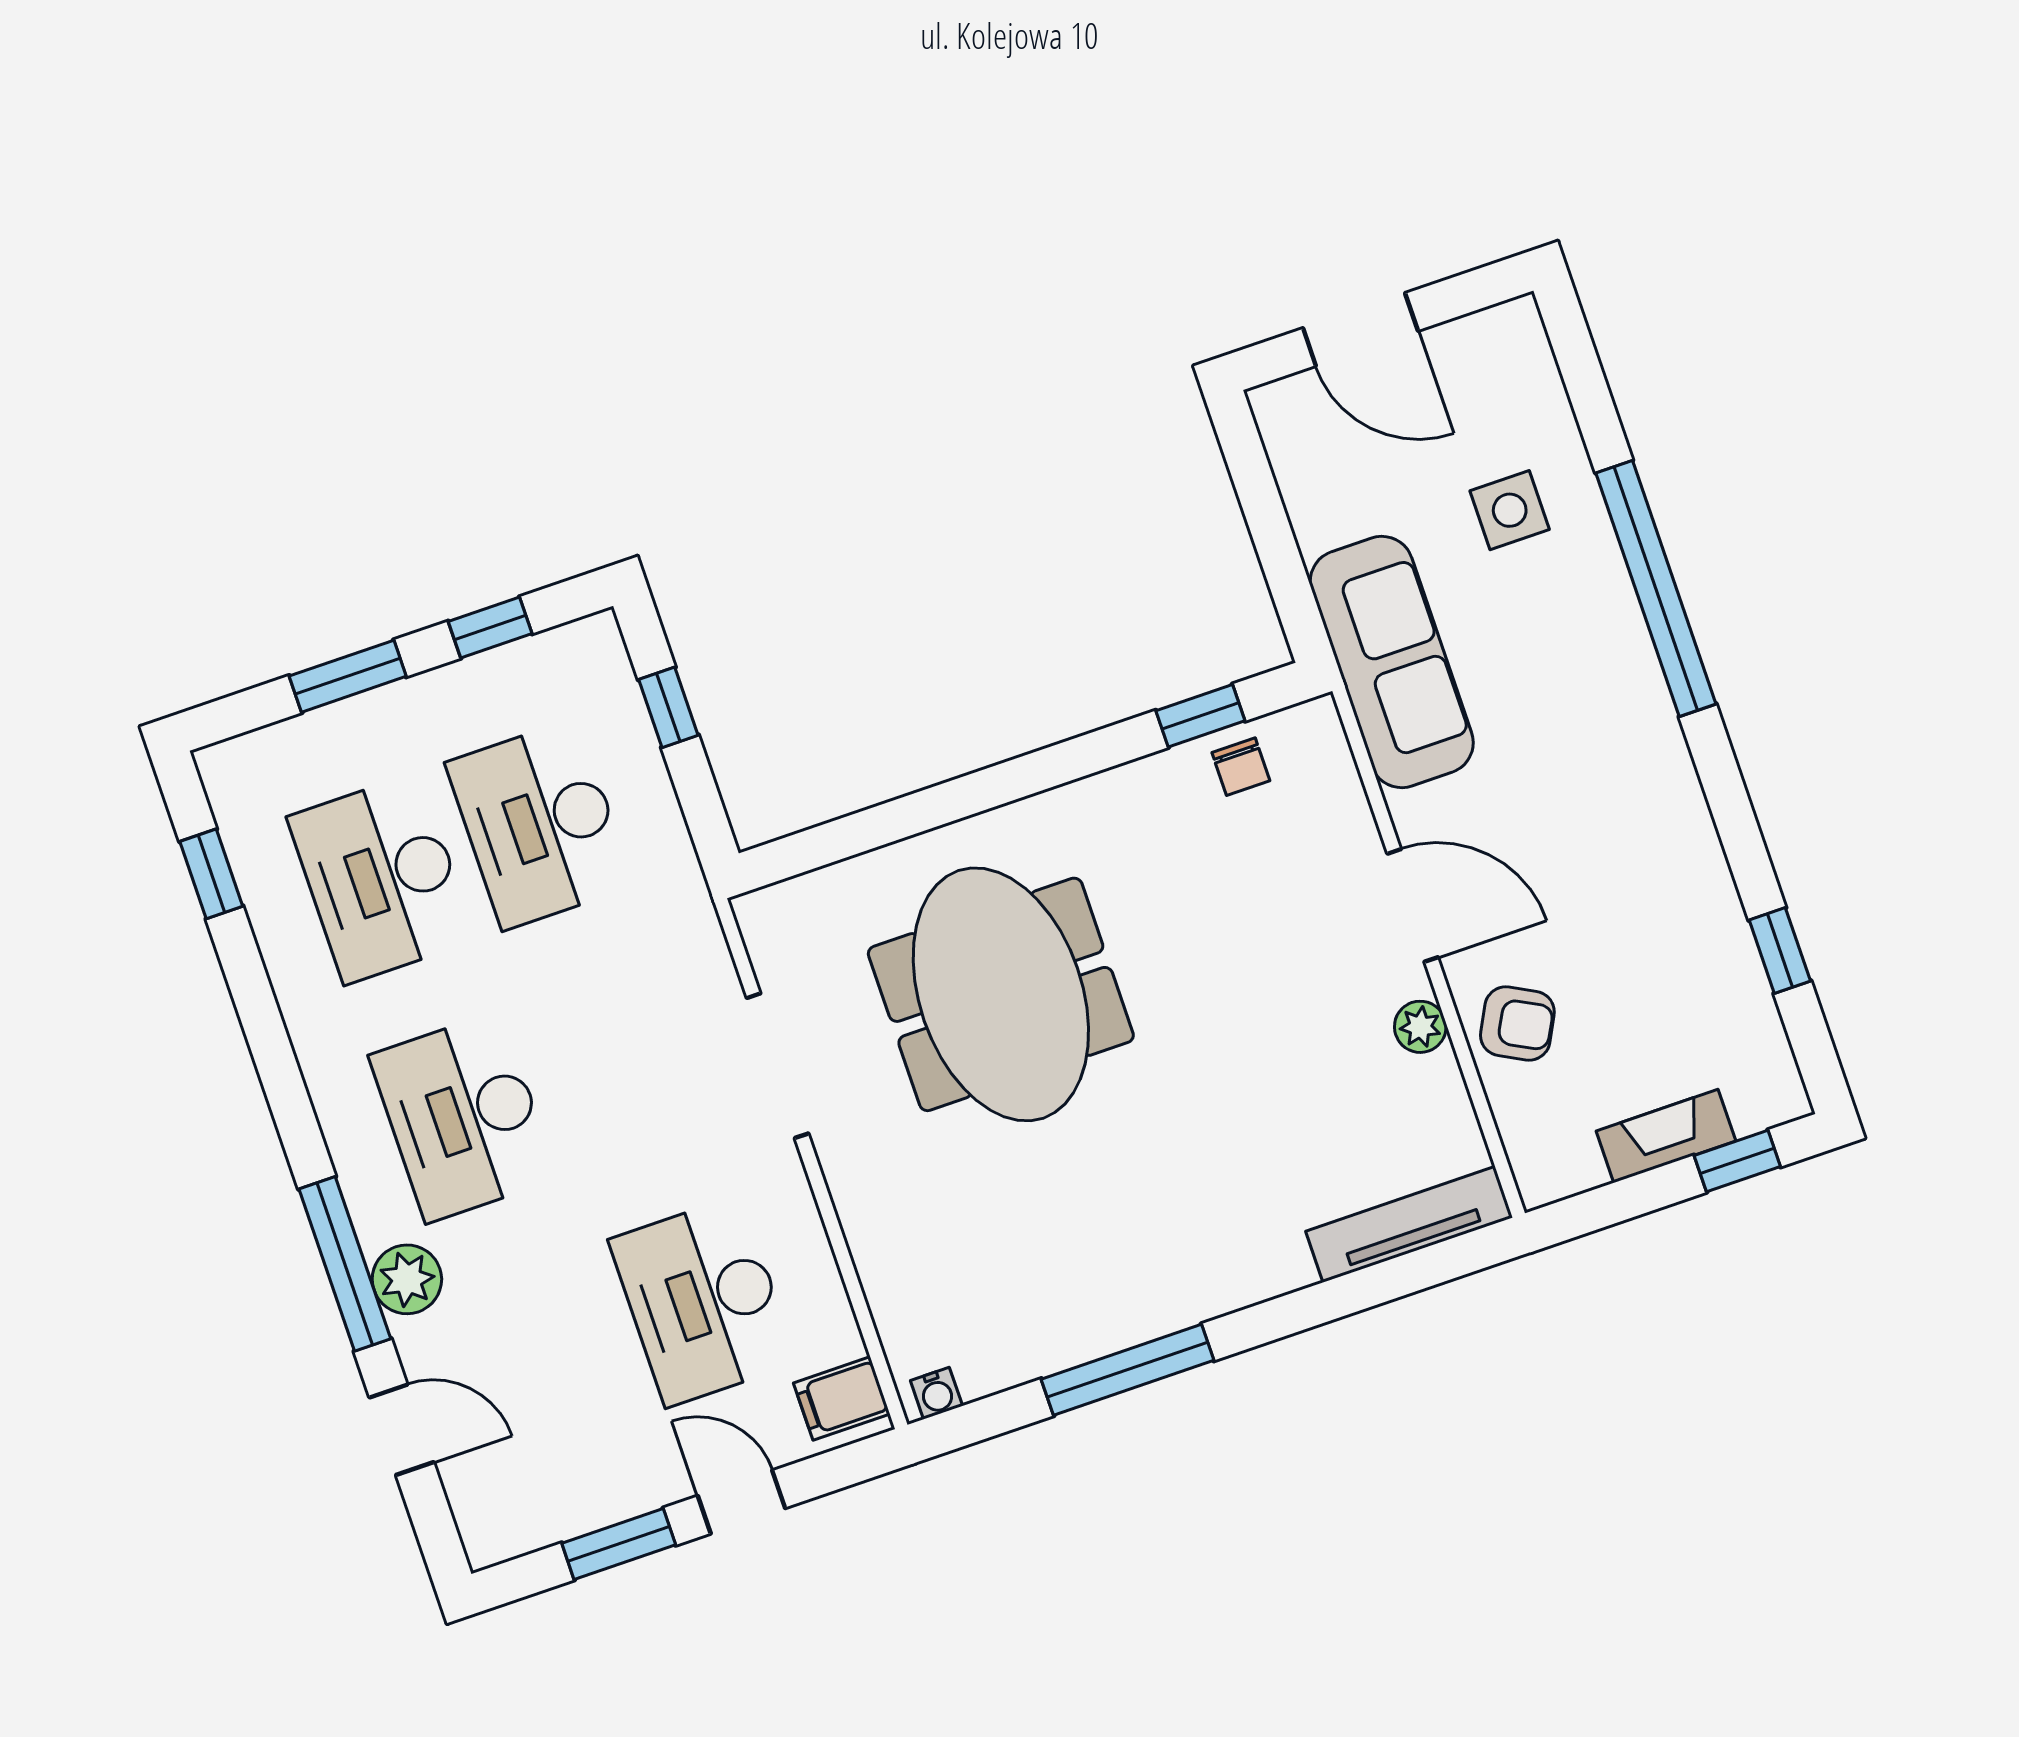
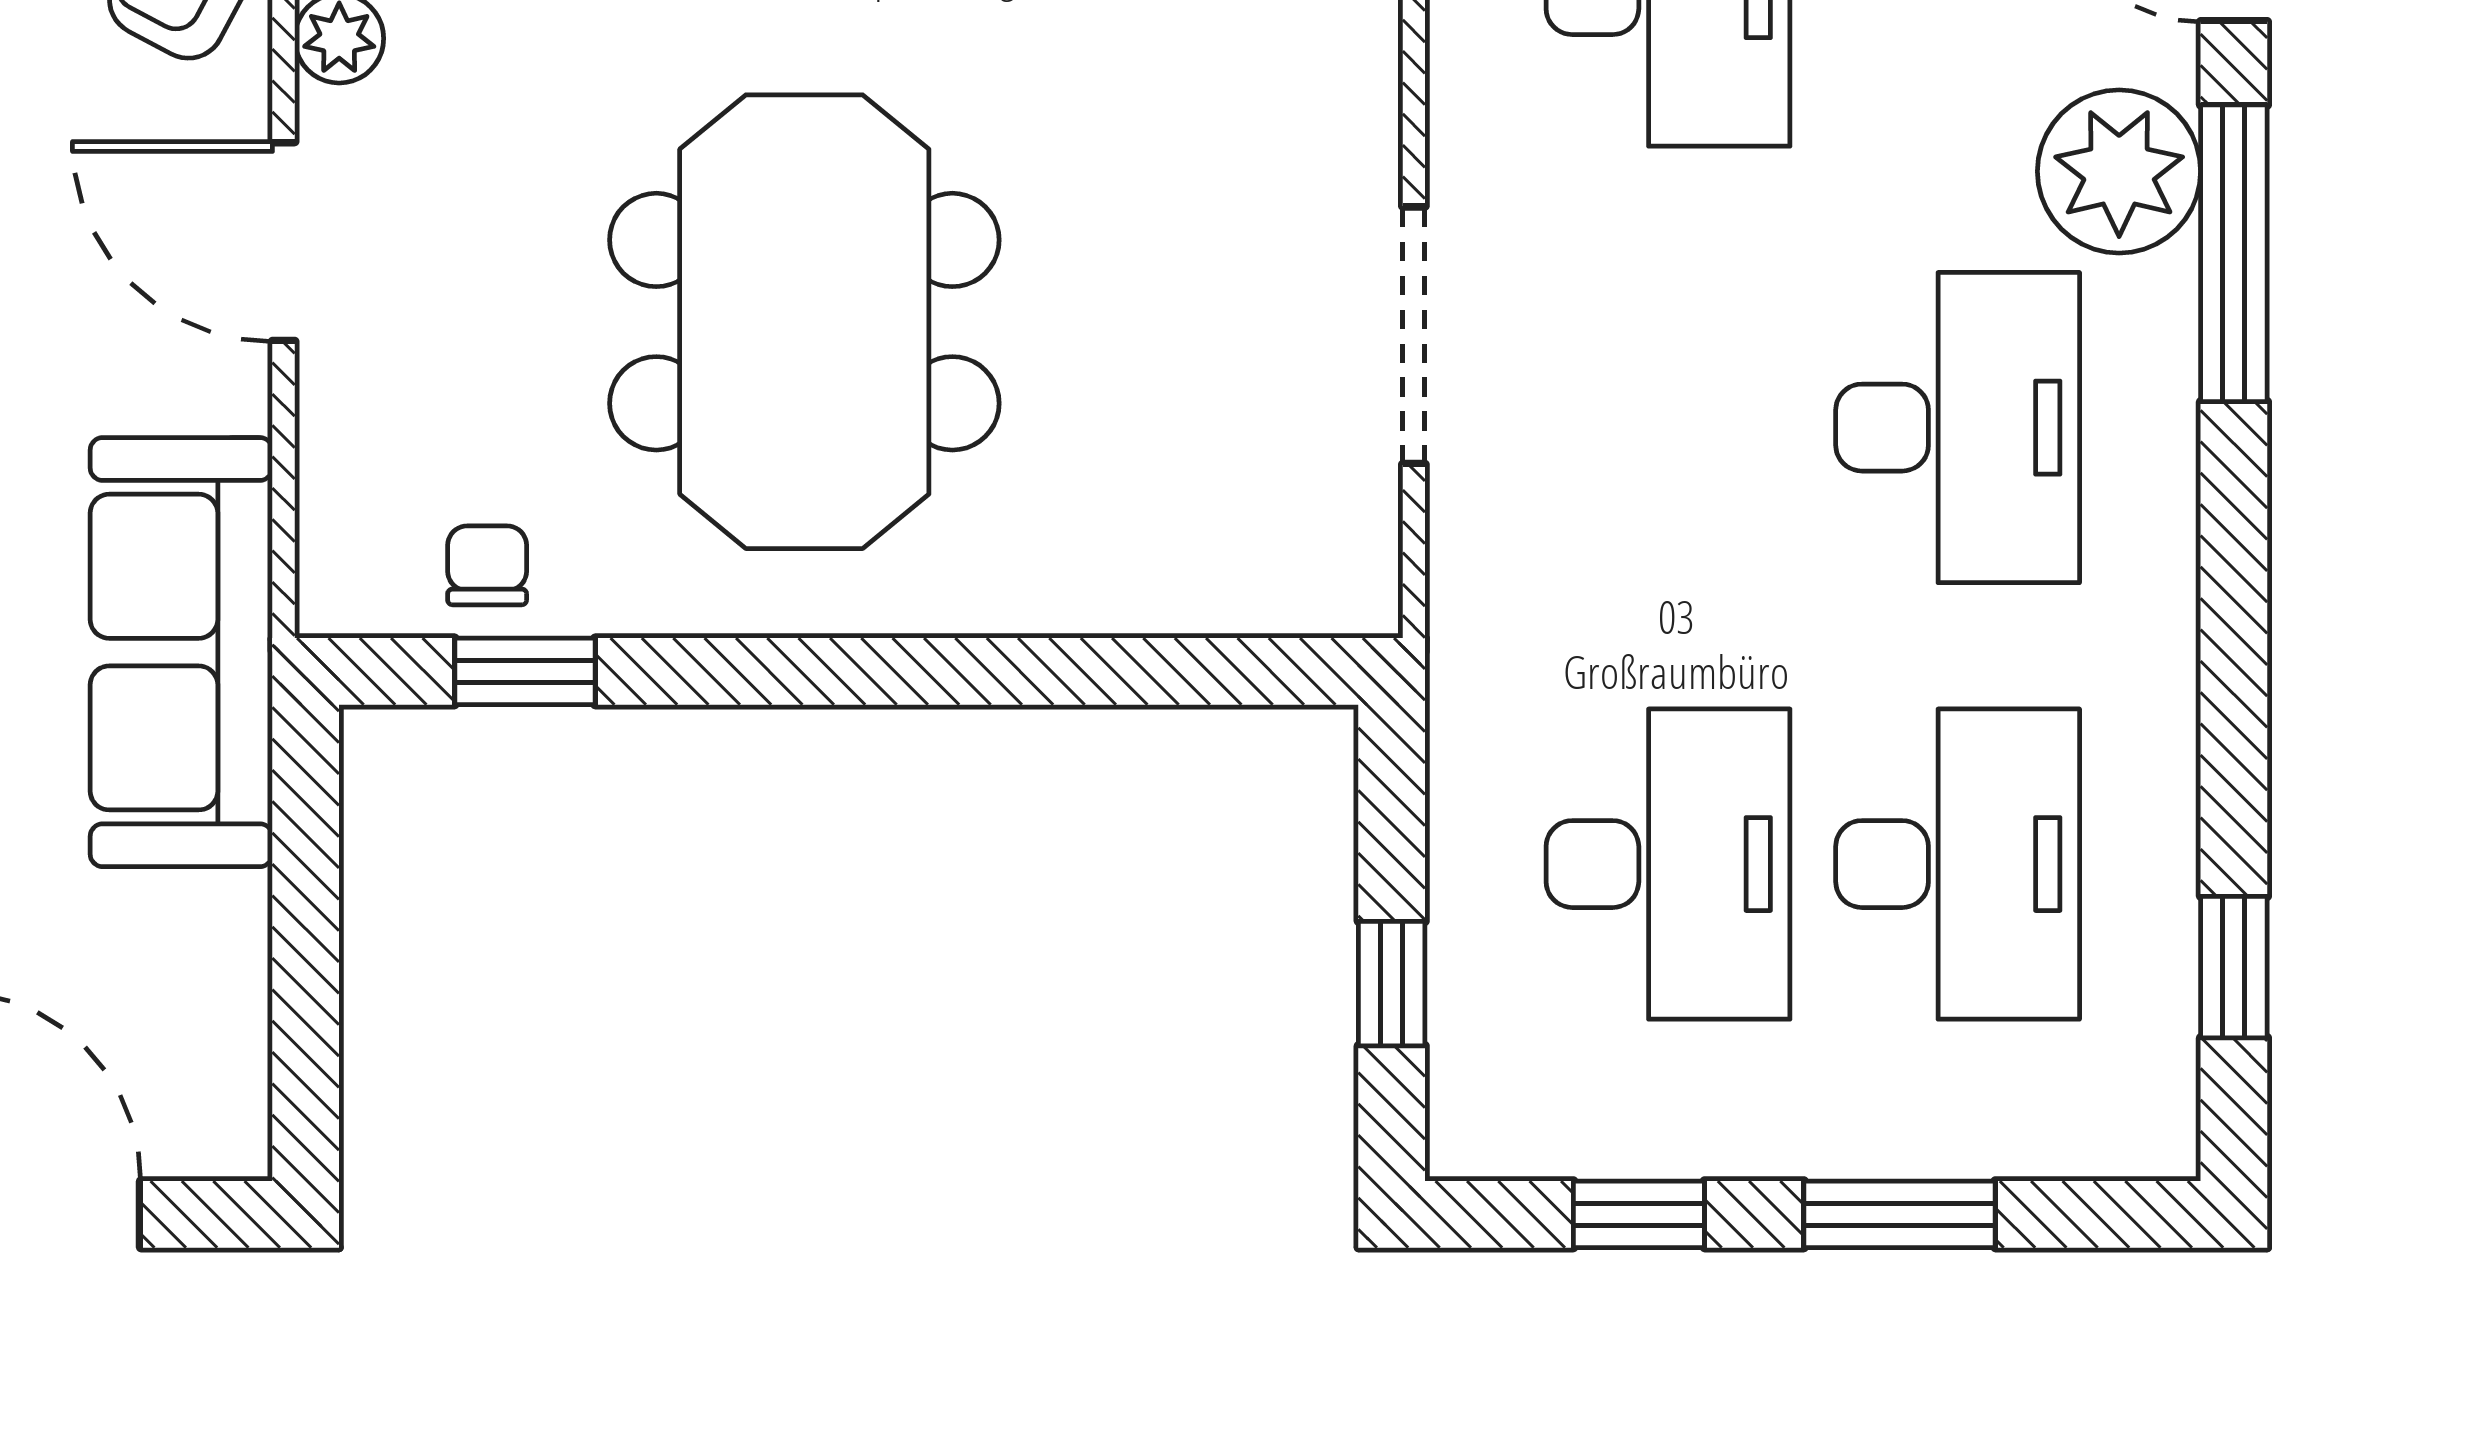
meeting table: (1001, 994) -> (804, 322), moved
plant: (407, 1279) -> (2119, 171), width x1.36, depth x1.36

